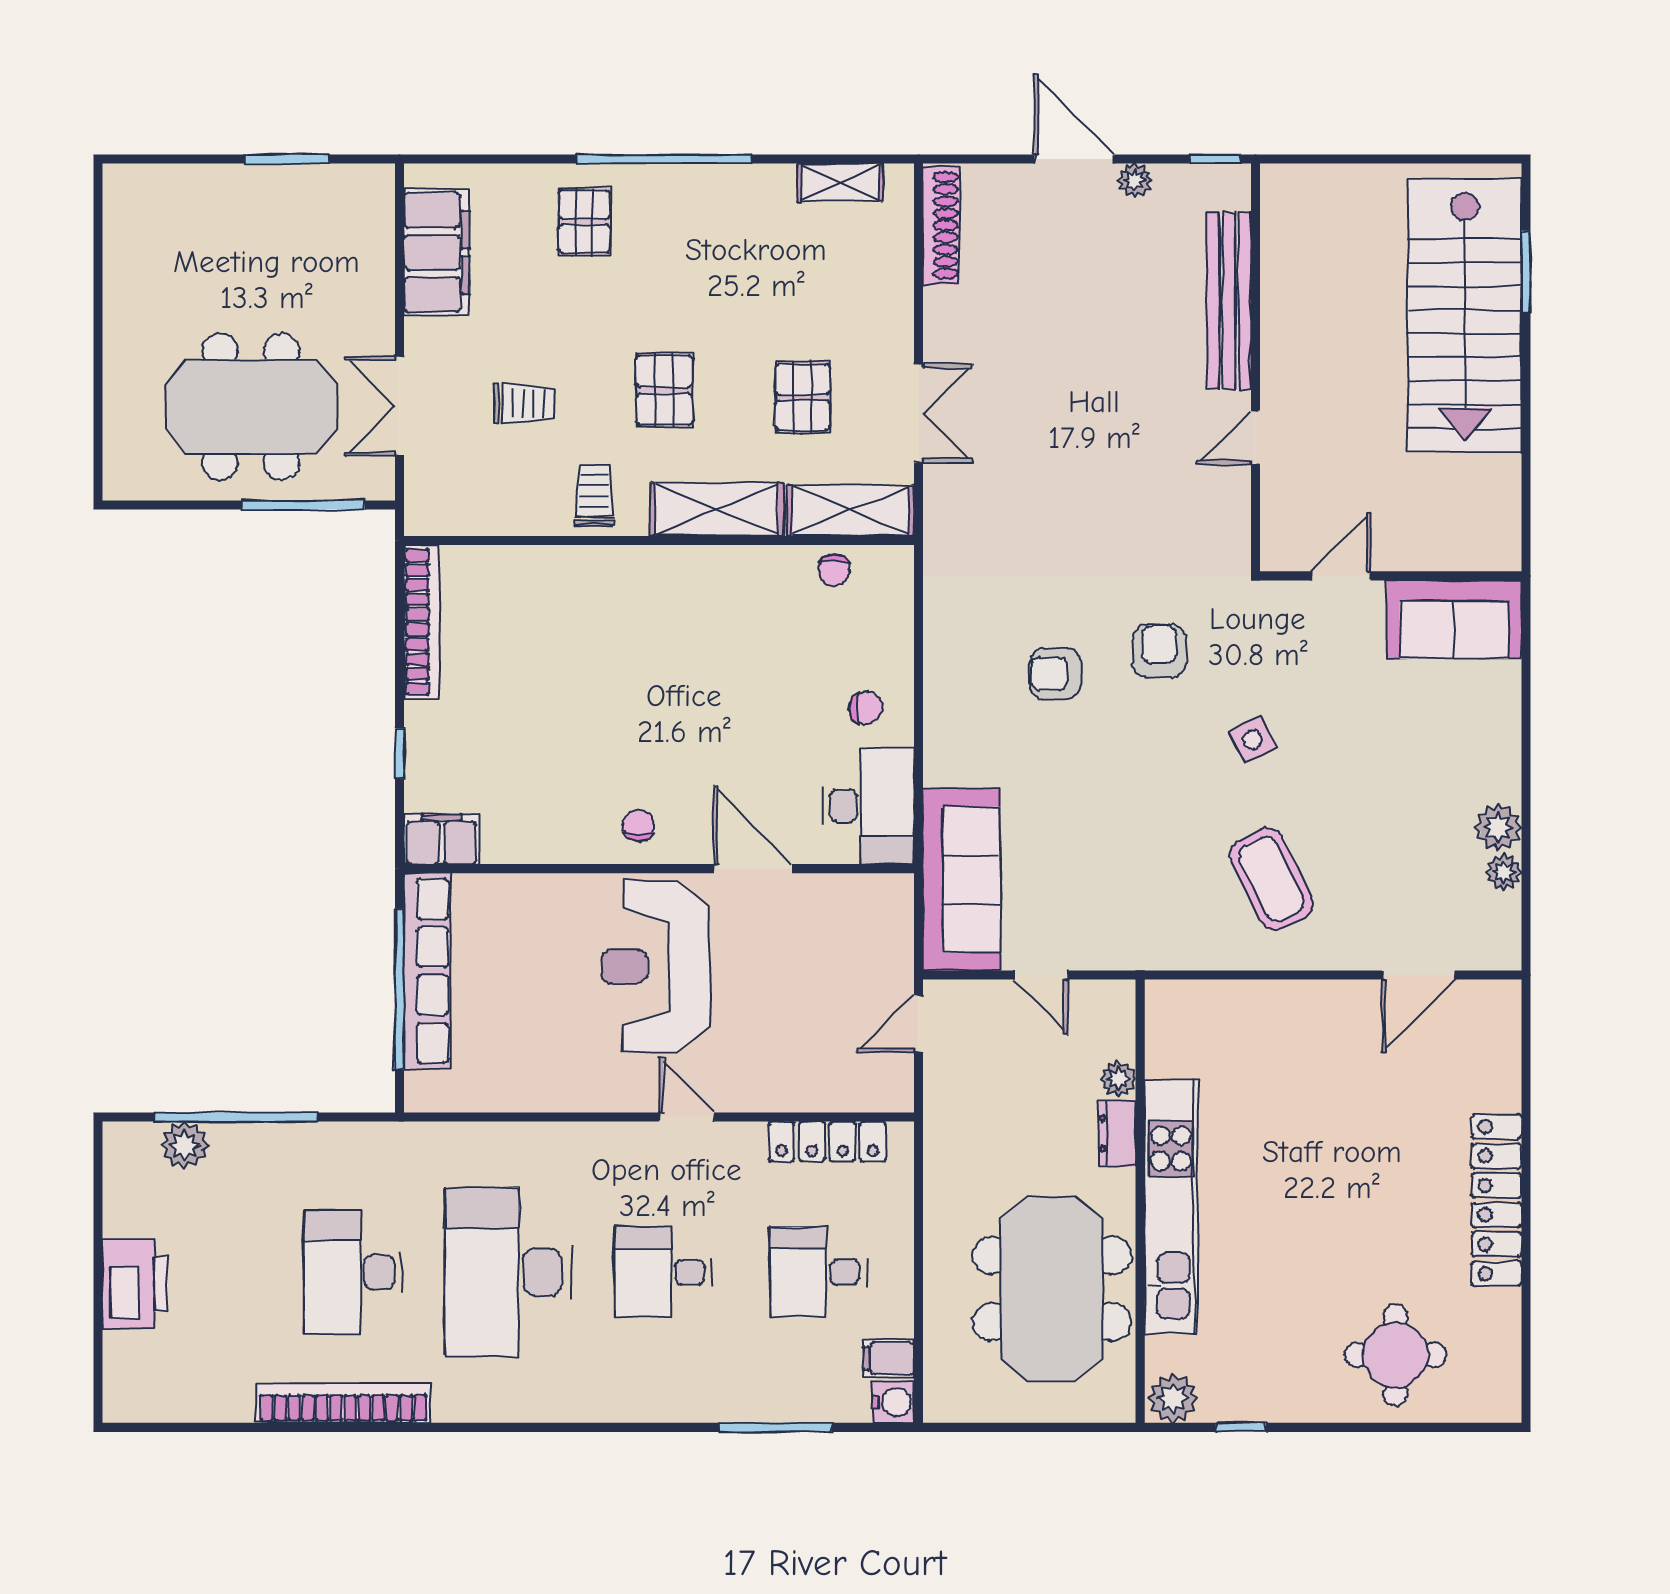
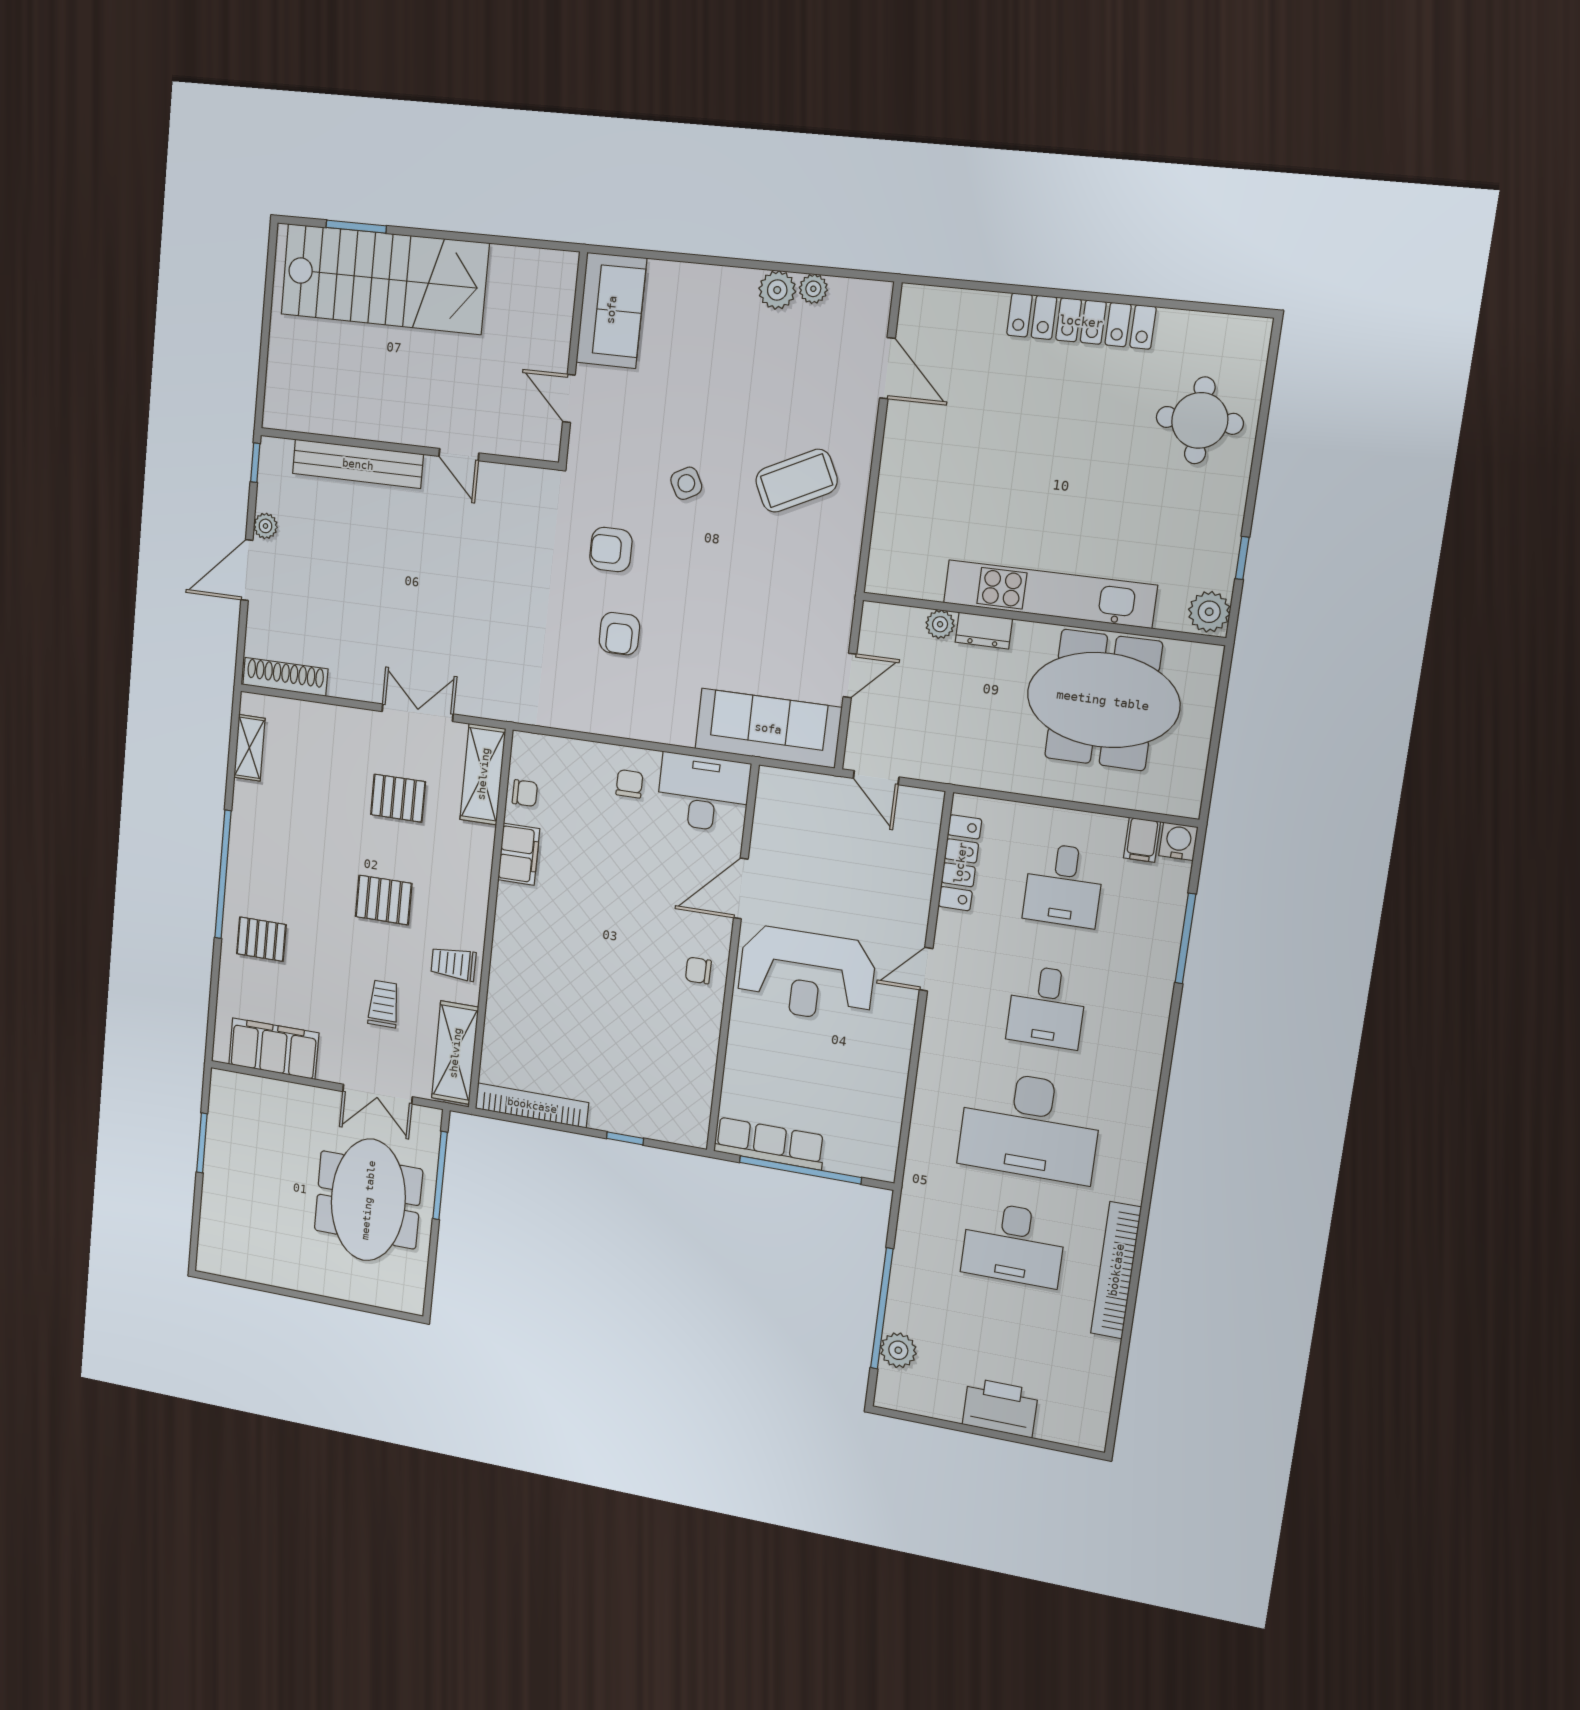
shelving: (717, 509) -> (455, 1053), moved
filing cabinet: (442, 839) -> (519, 854), moved, turned 180
row of seats: (427, 971) -> (769, 1143), width x0.73

